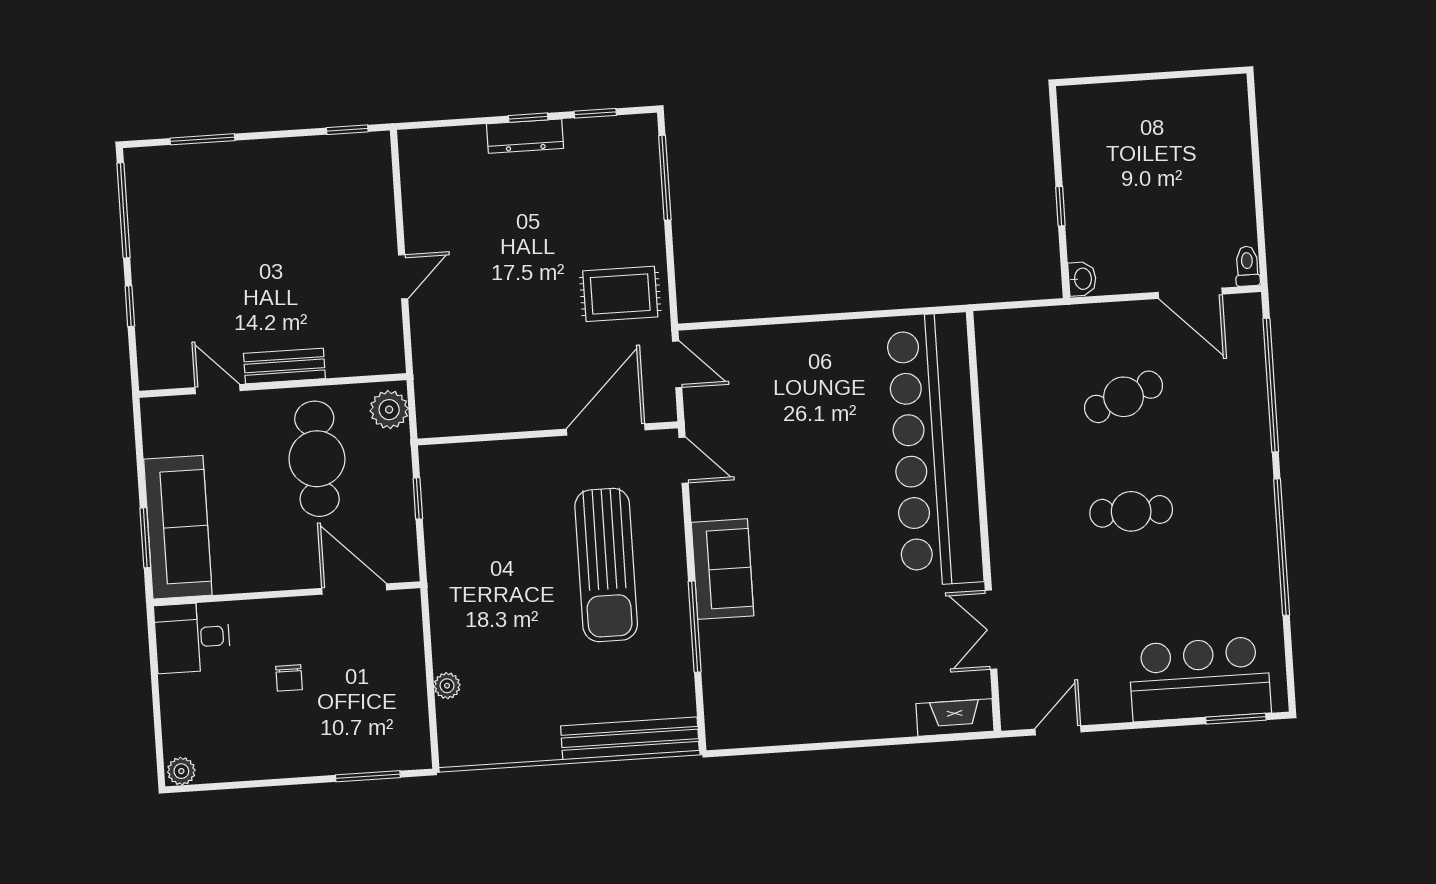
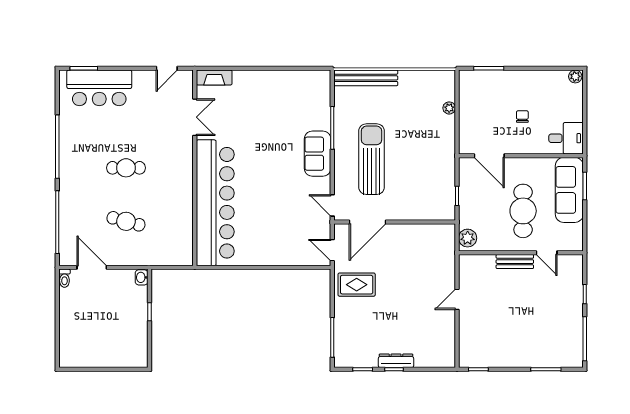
cafe table: (1124, 397) -> (126, 221), turned 36
cafe table: (317, 459) -> (523, 211), moved

